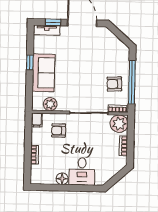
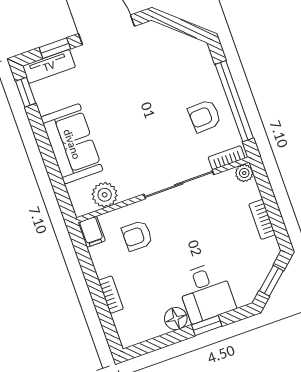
window: (30, 62) -> (26, 92), moved
plant: (119, 124) -> (244, 173), width x0.53, depth x0.53
window: (116, 178) -> (271, 281), added
window: (76, 188) -> (207, 325), added

